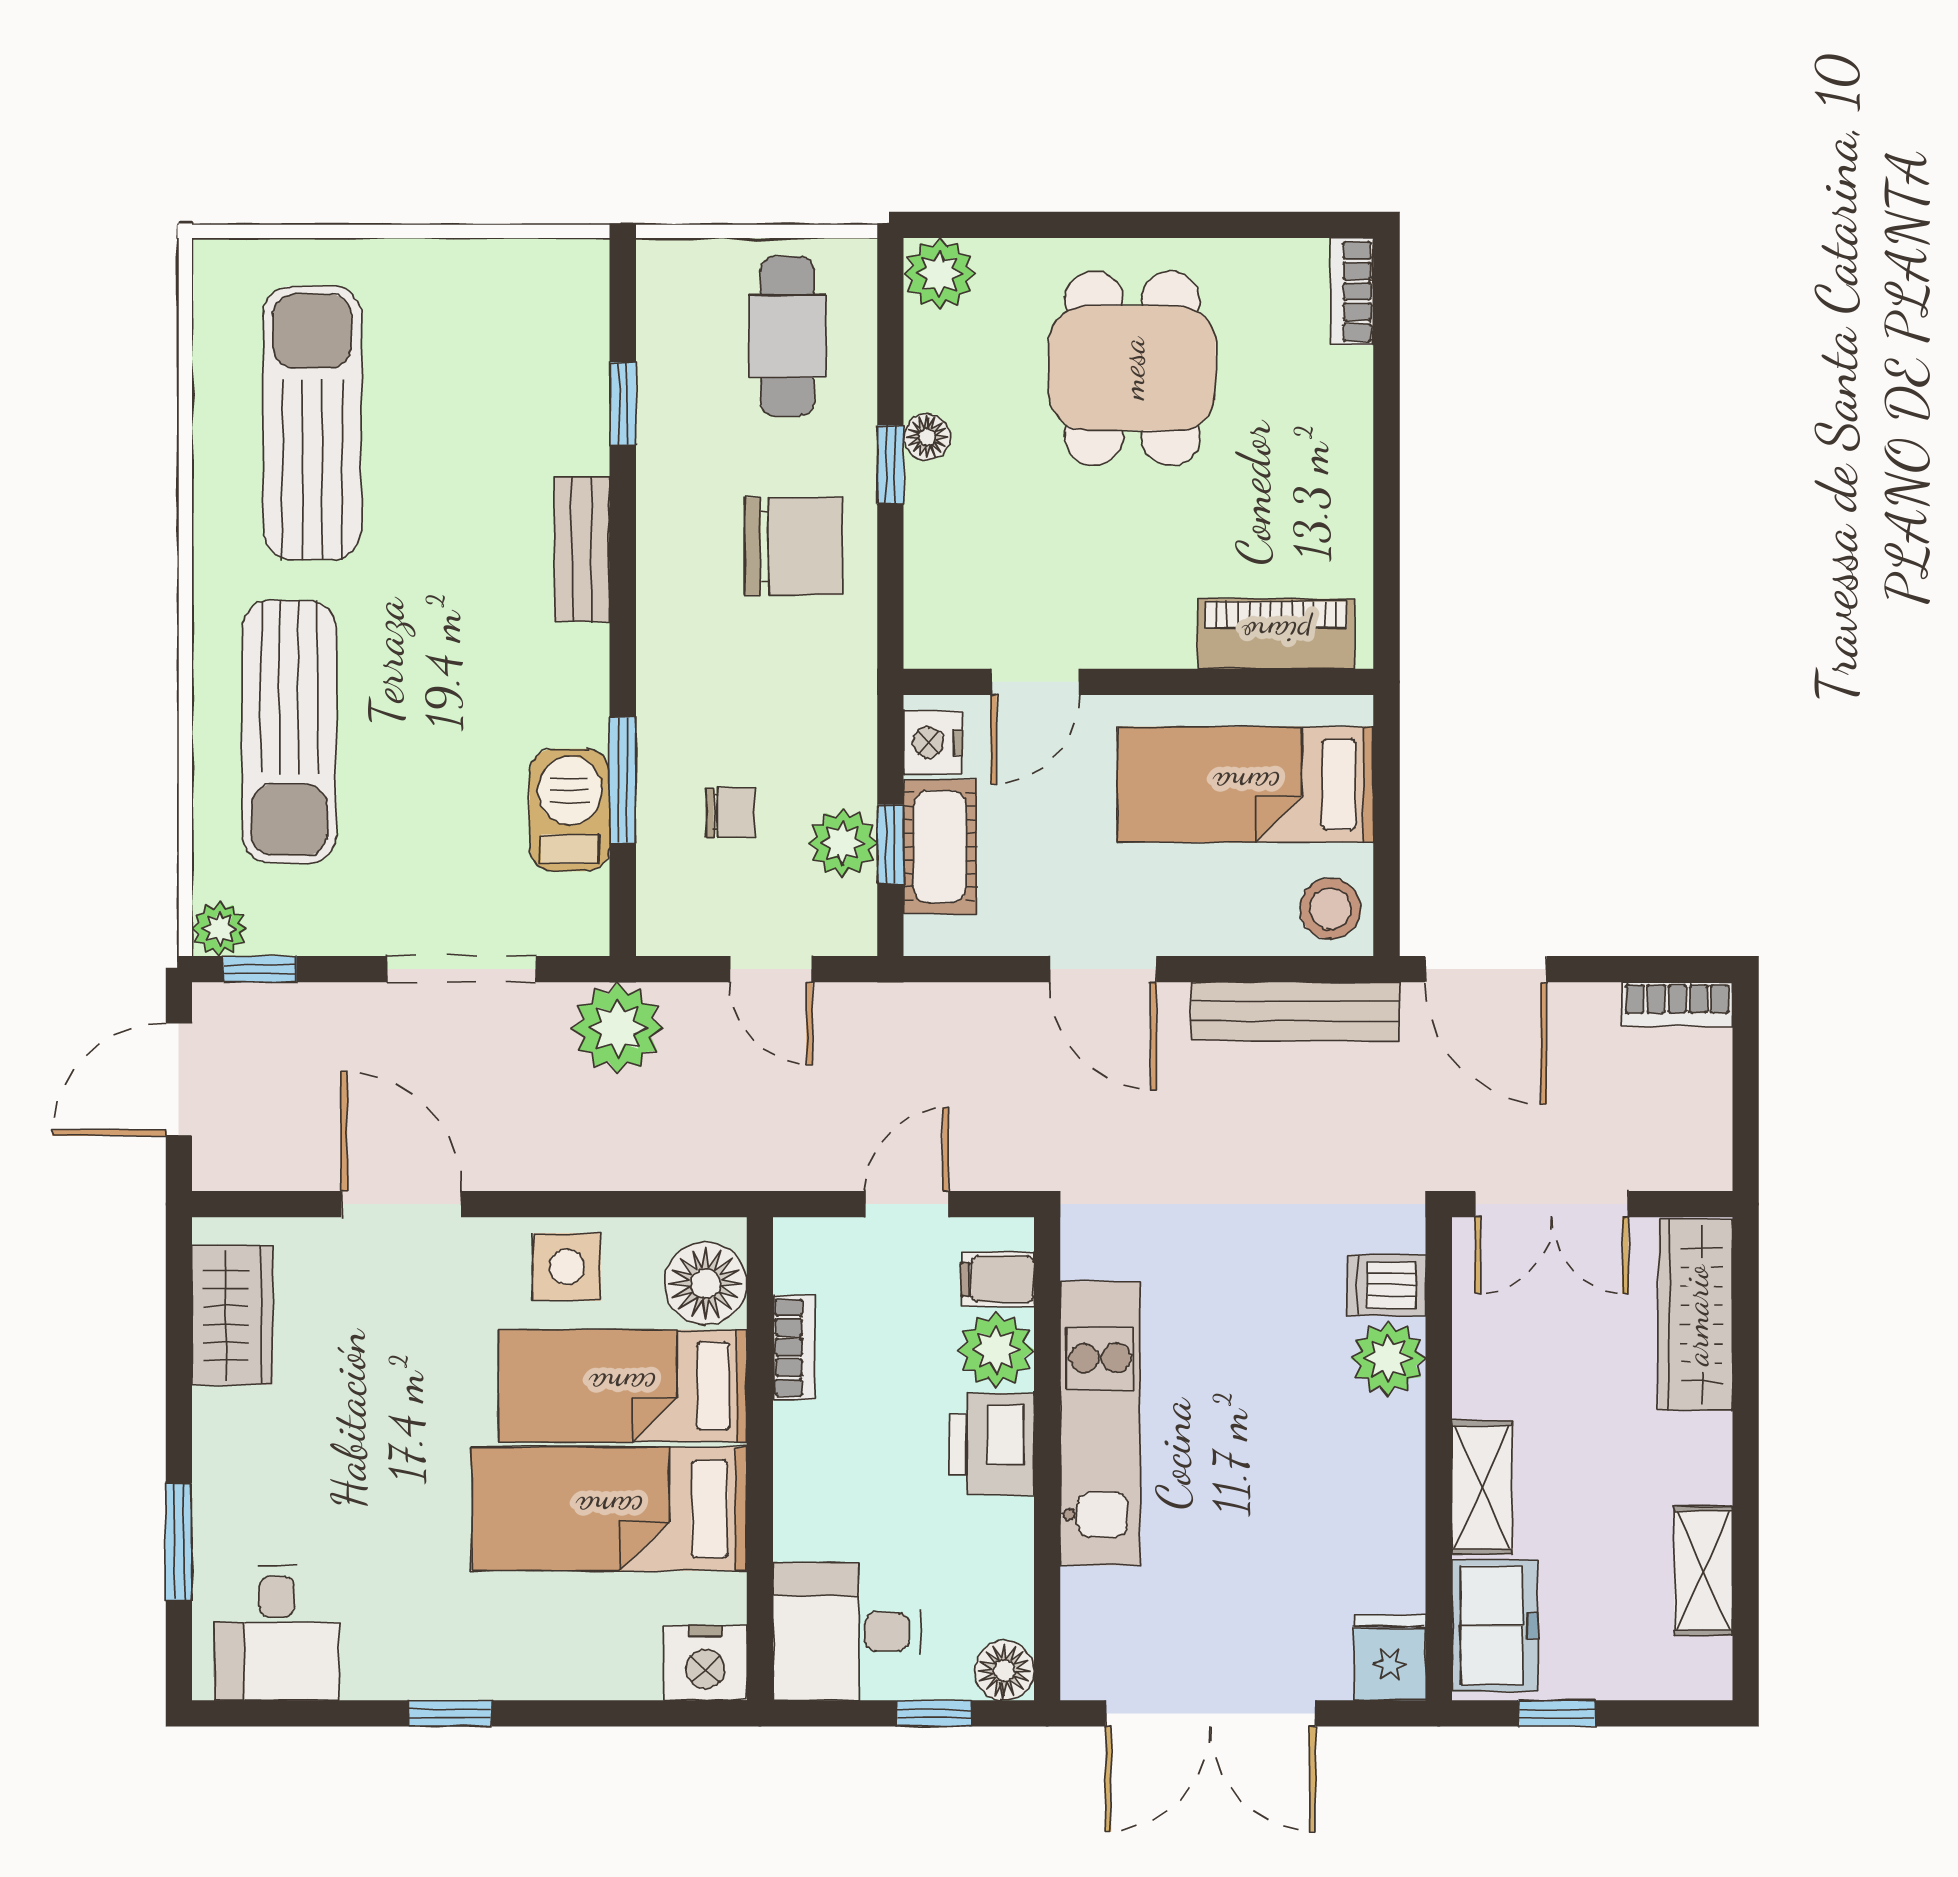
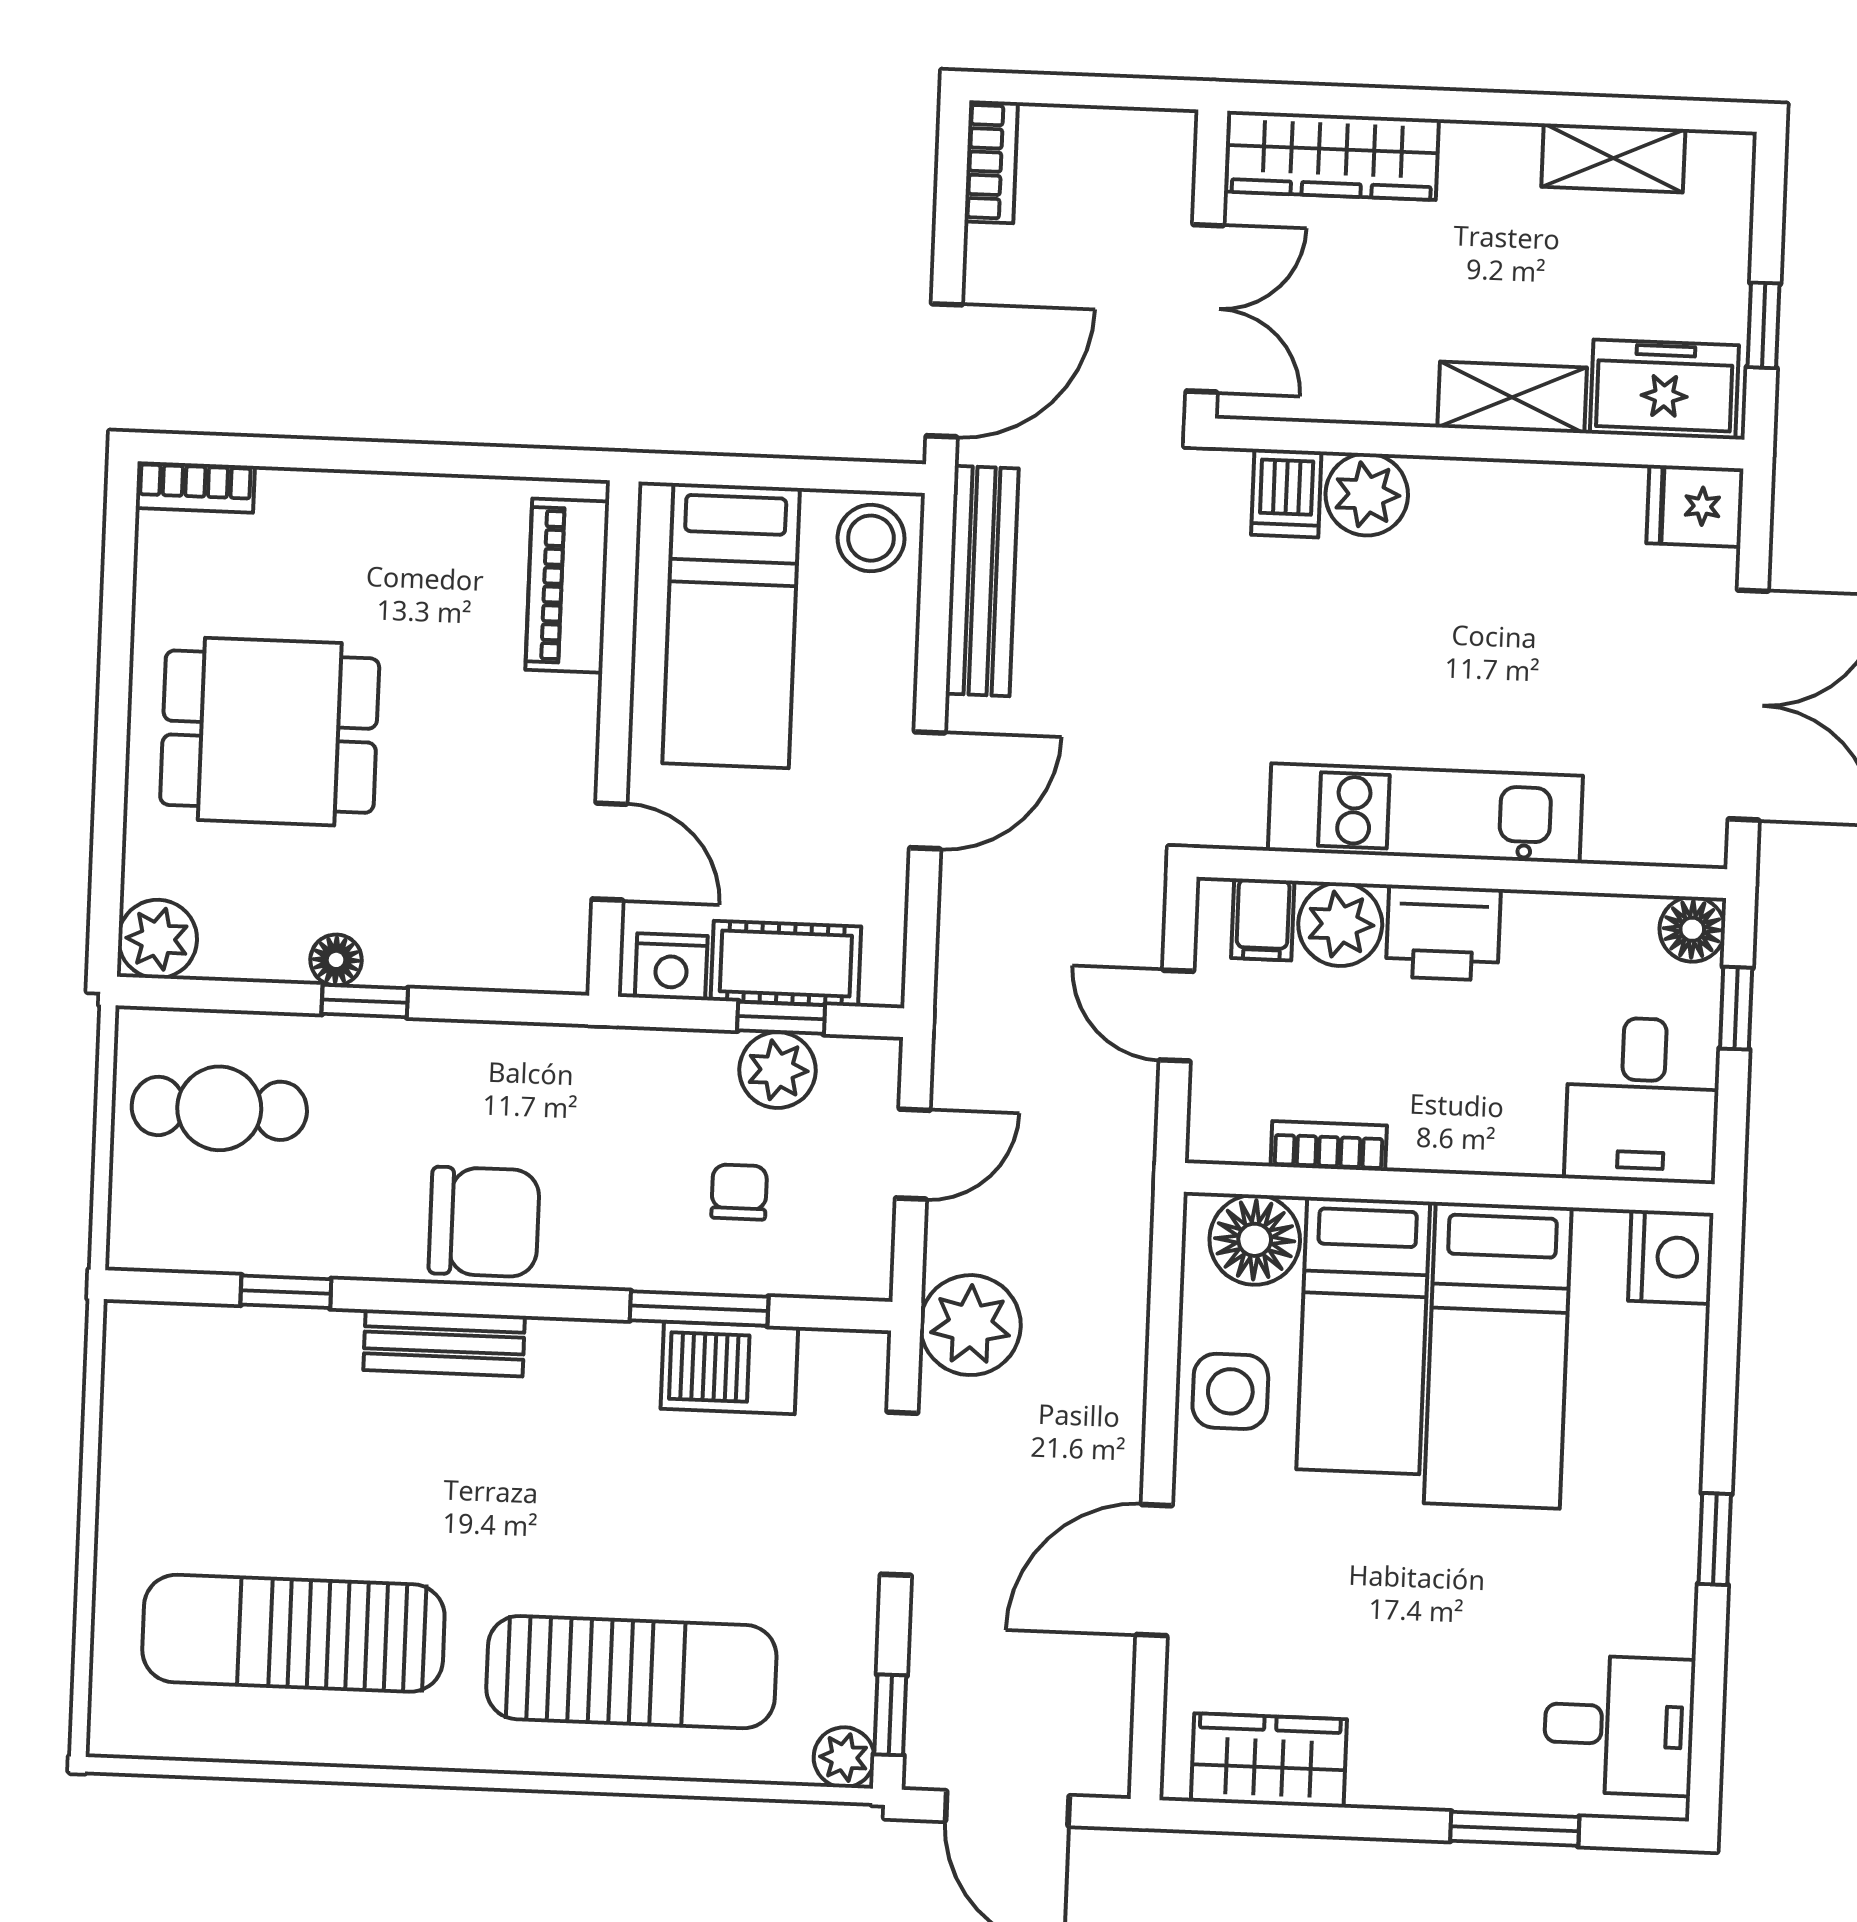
chair: (794, 546) -> (484, 1222), moved, turned 90

